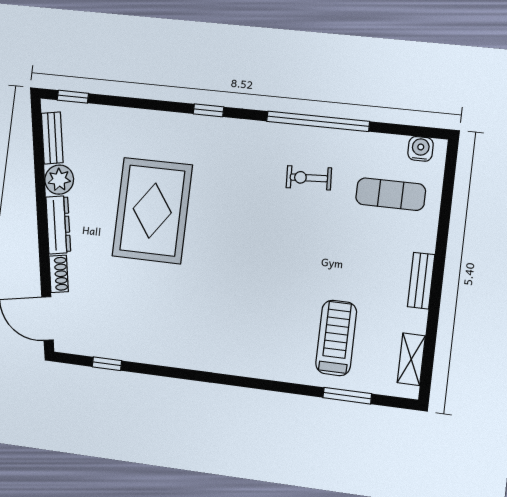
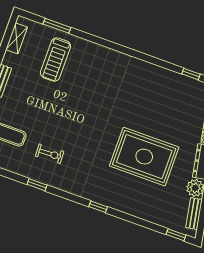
window: (318, 121) -> (37, 185), width x0.32
rug: (152, 211) -> (144, 157), turned 90

